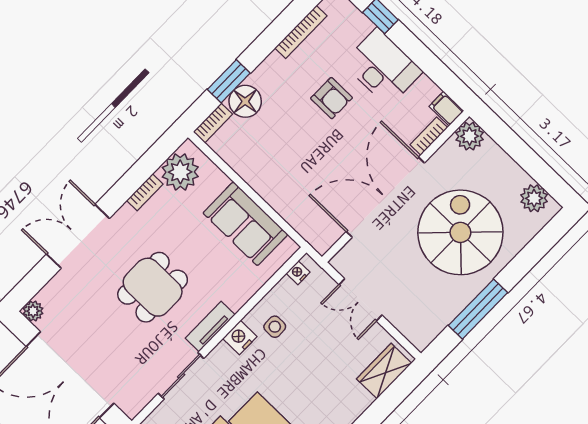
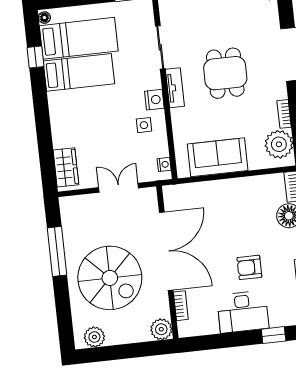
filing cabinet: (446, 109) -> (188, 329), removed

